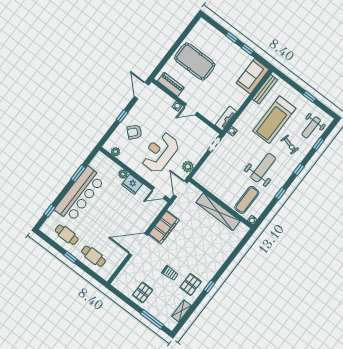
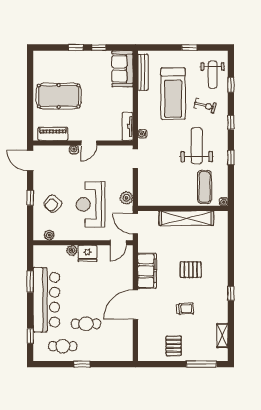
cafe table: (94, 256) -> (86, 324), moved
pallet: (191, 285) -> (191, 270), moved, turned 90

